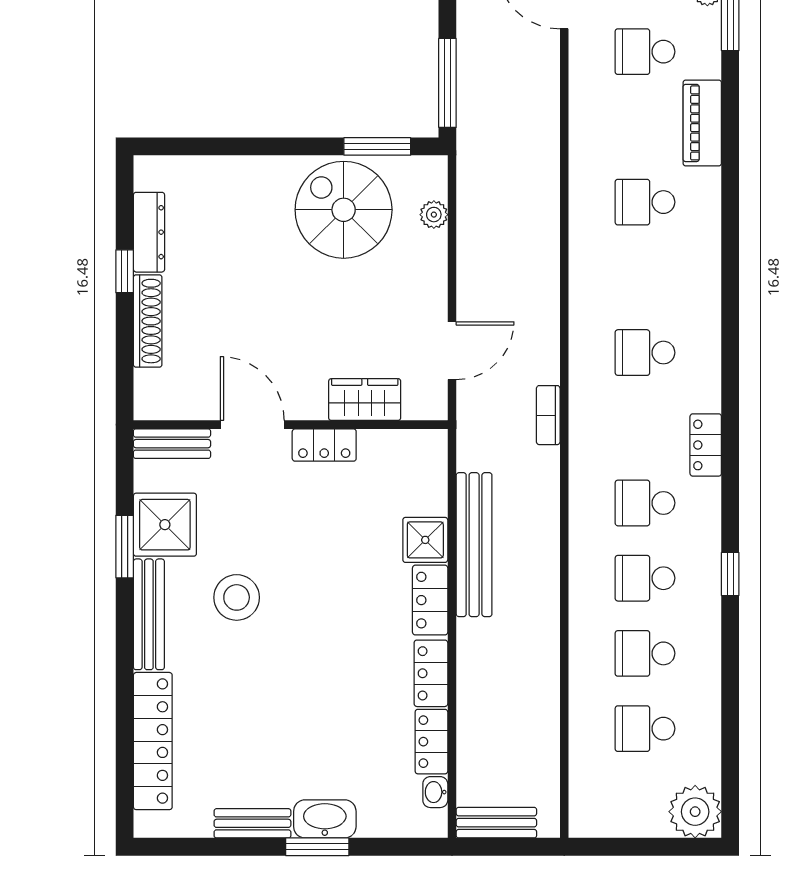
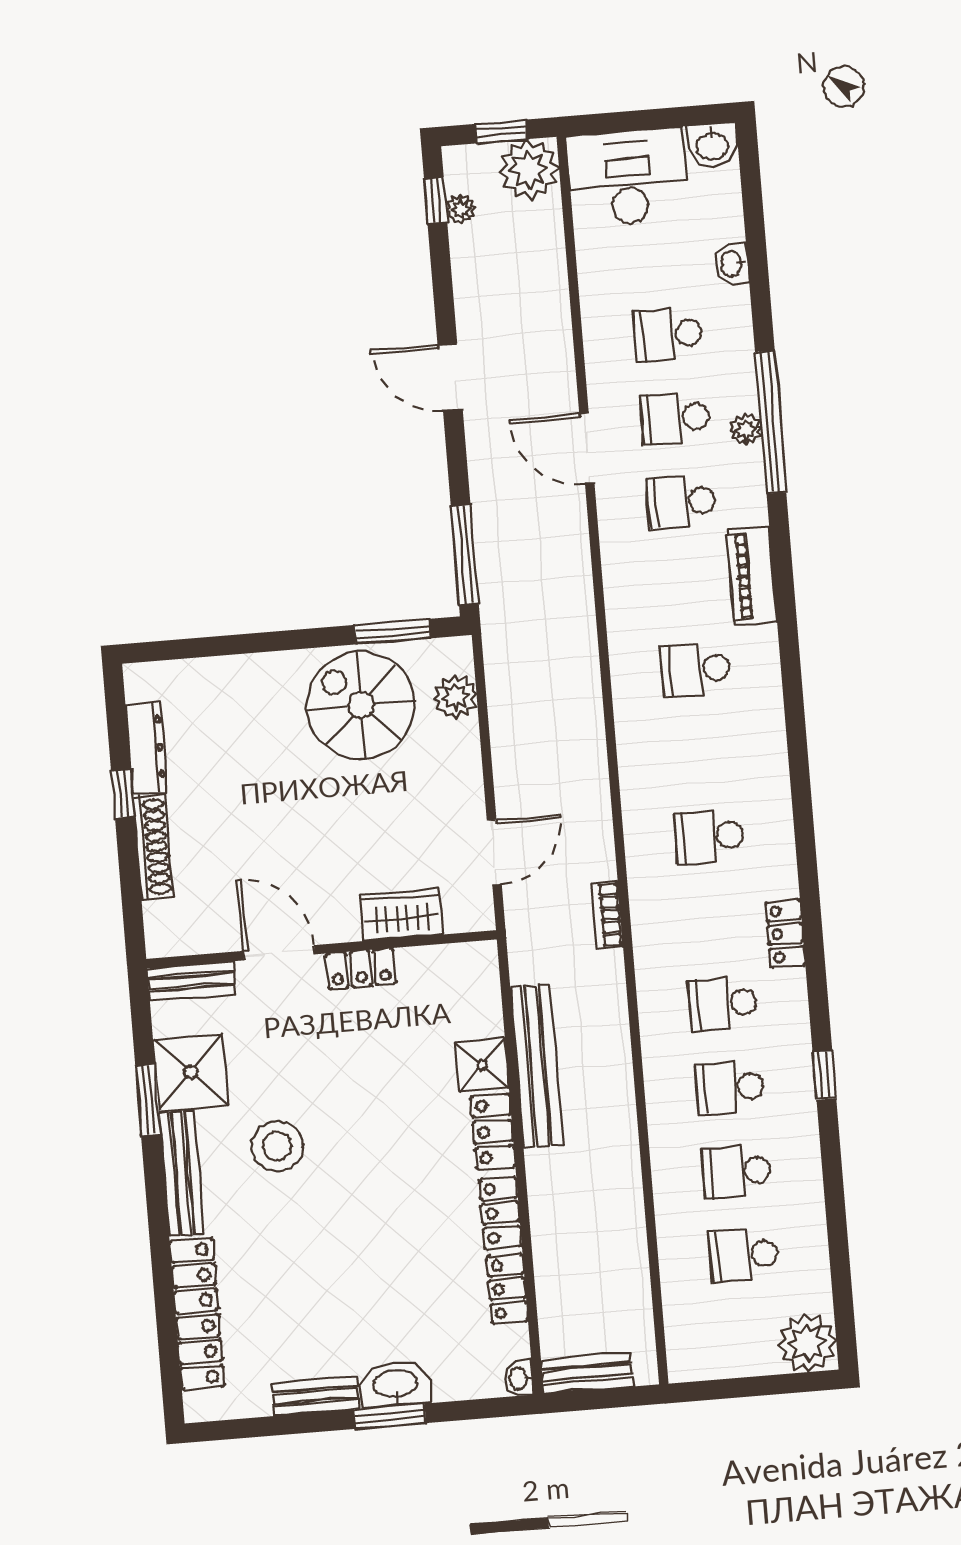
plant: (434, 215) -> (455, 697), width x1.38, depth x1.38
washbasin: (435, 792) -> (519, 1379), moved

